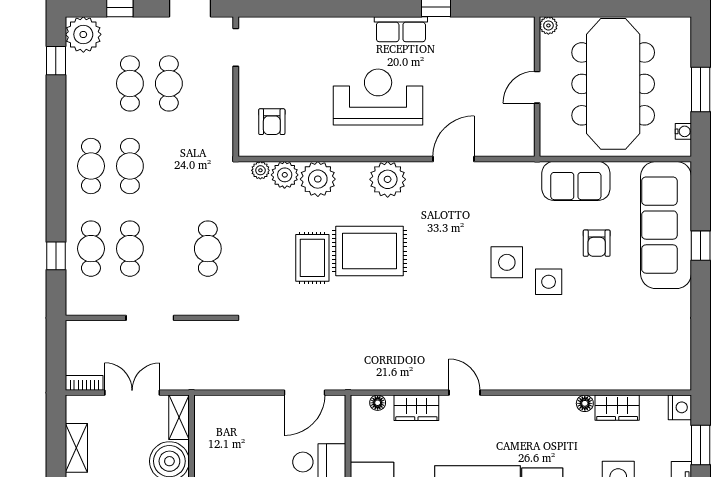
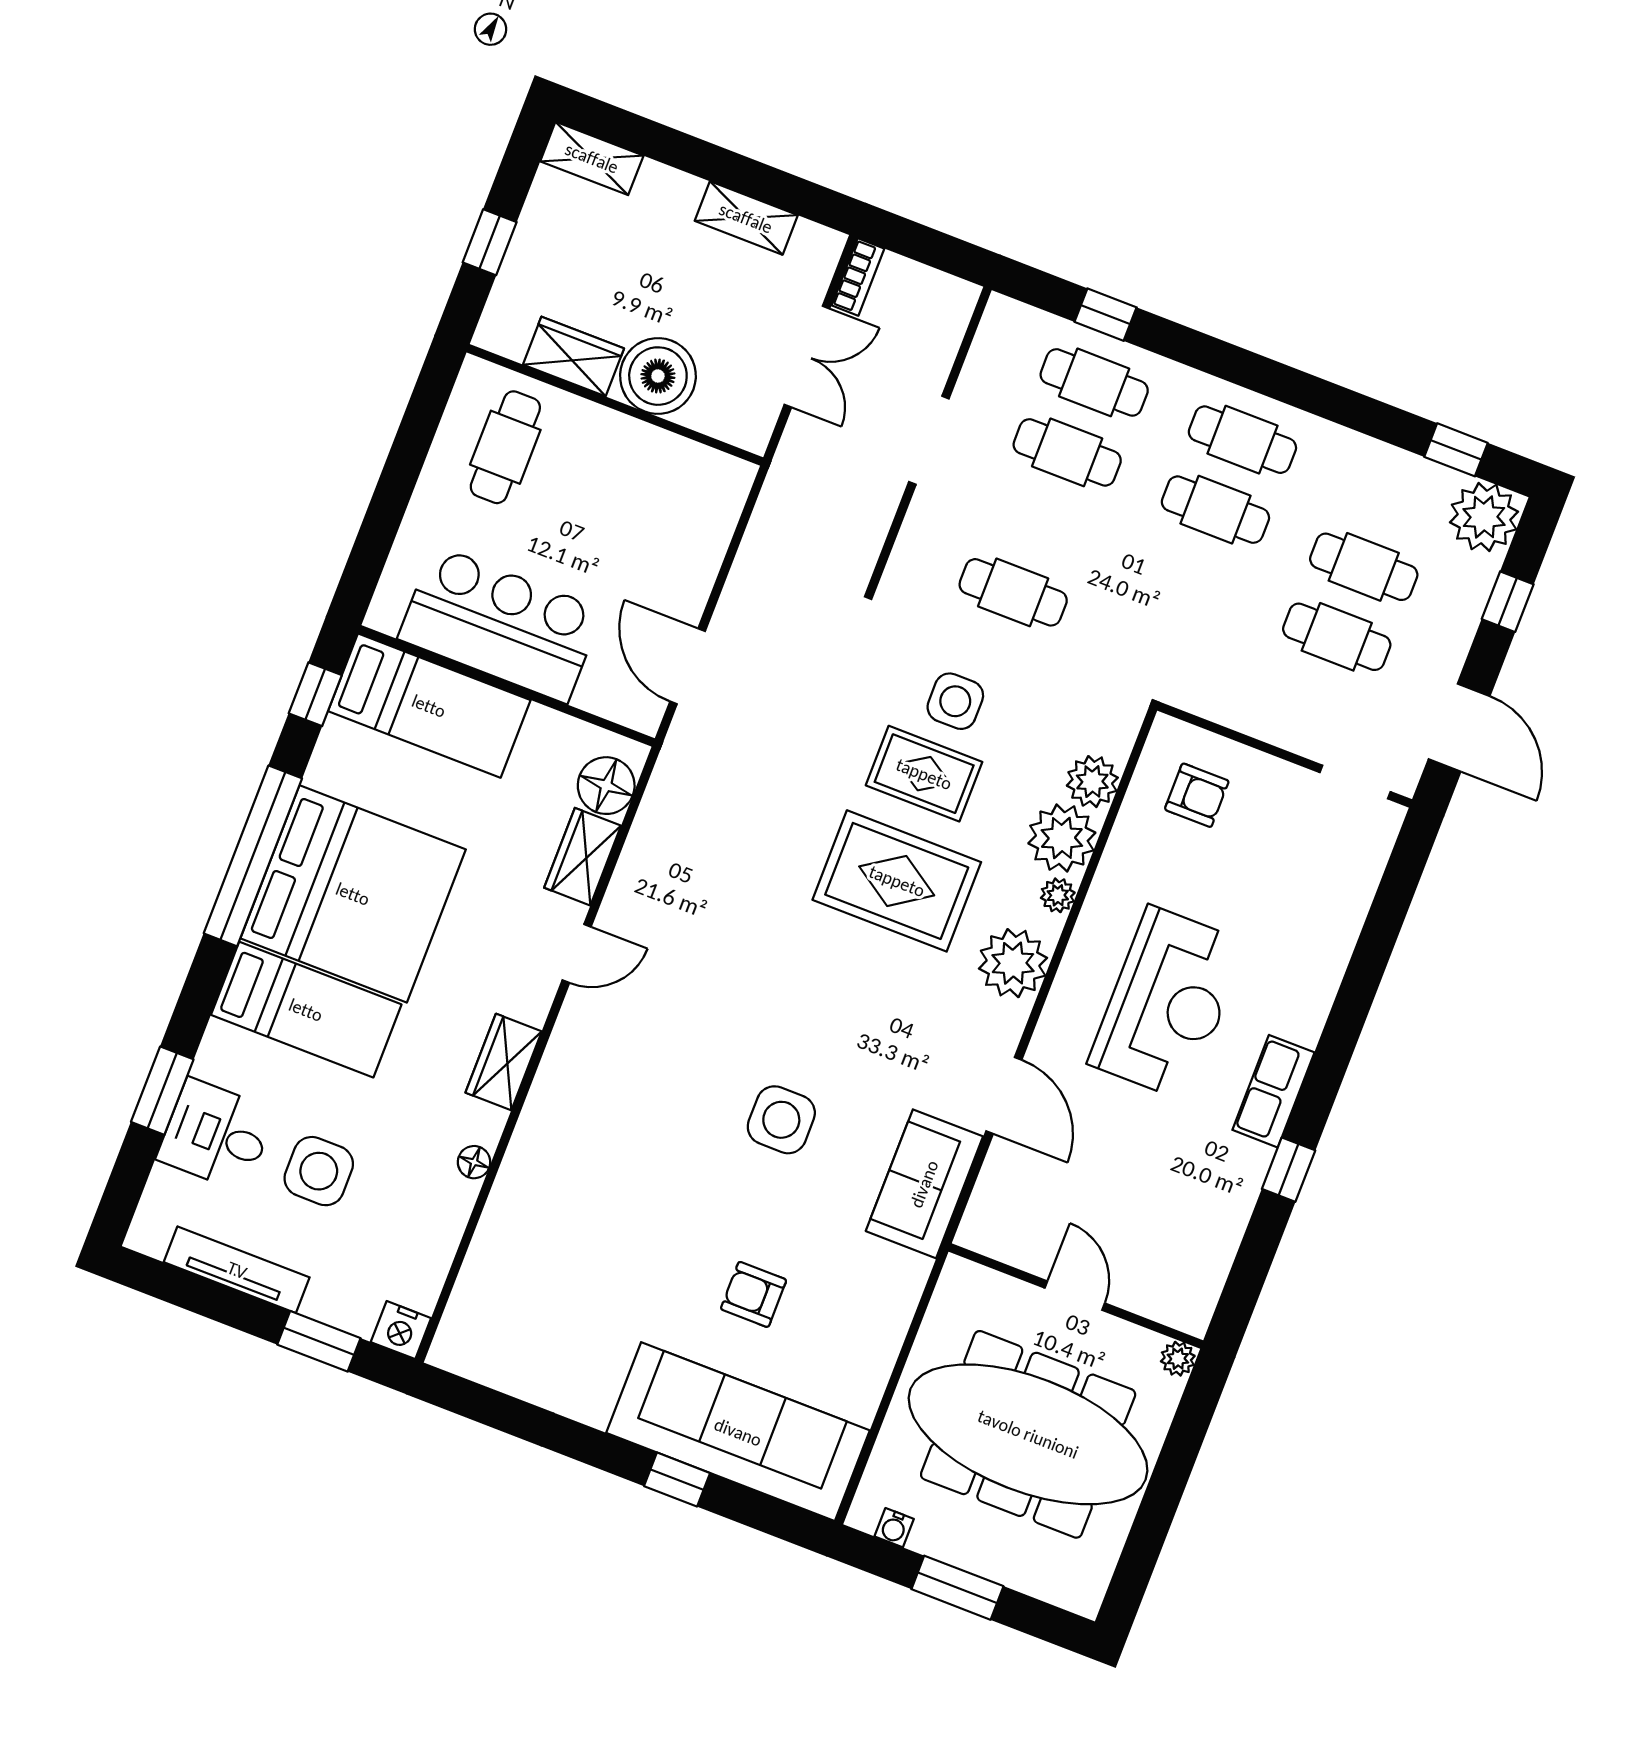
armchair: (272, 122) -> (1197, 795), turned 180
plant: (260, 170) -> (1058, 895), moved
sofa: (576, 181) -> (924, 1184), moved
rug: (369, 251) -> (897, 881), turned 90
side table: (549, 282) -> (955, 701), moved
floor lamp: (378, 403) -> (606, 786), width x1.89, depth x1.89
wardrobe: (617, 408) -> (504, 1062), moved
shelving: (179, 417) -> (730, 424), removed

